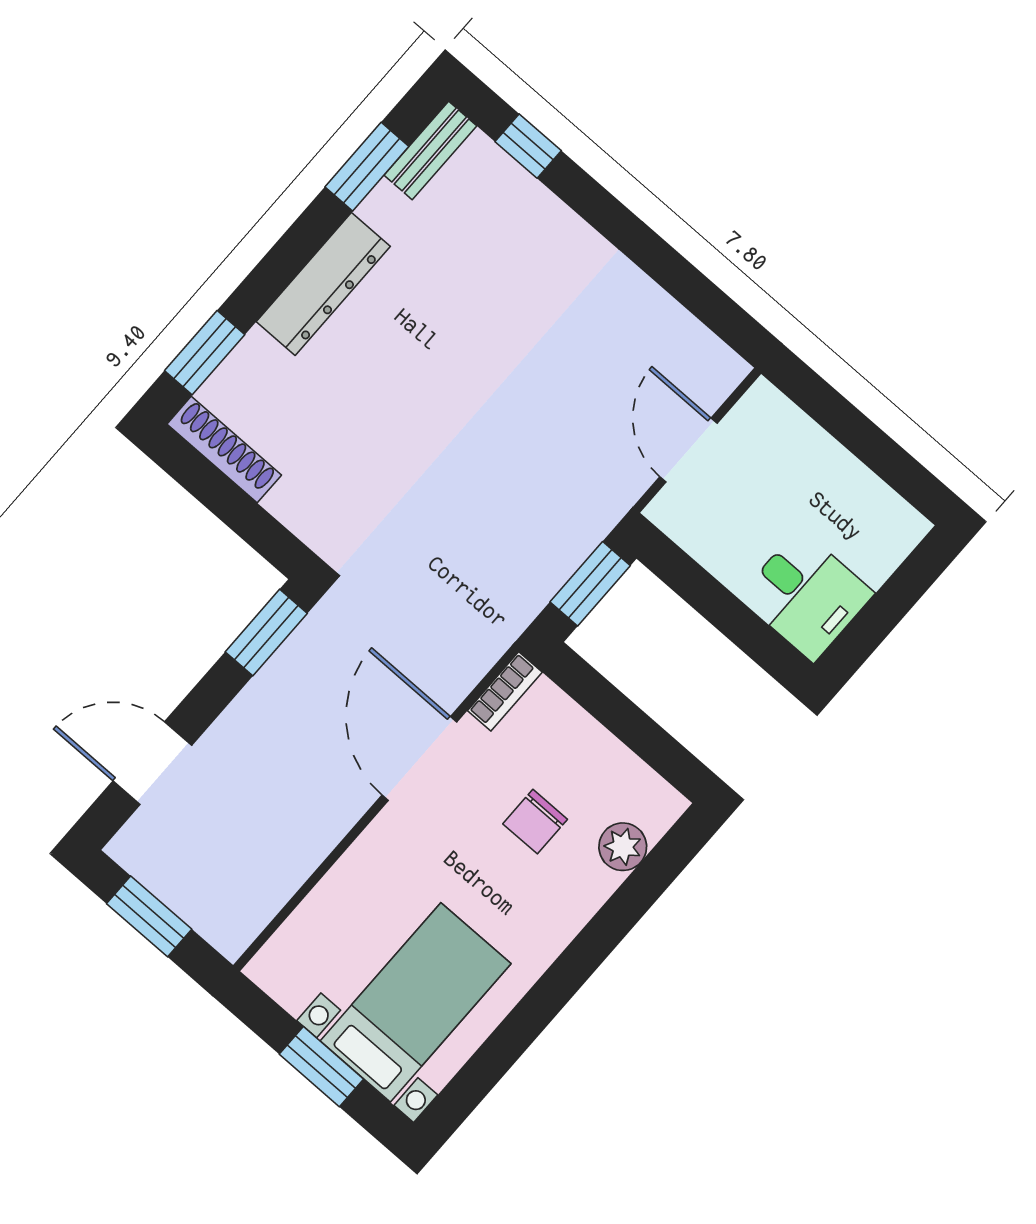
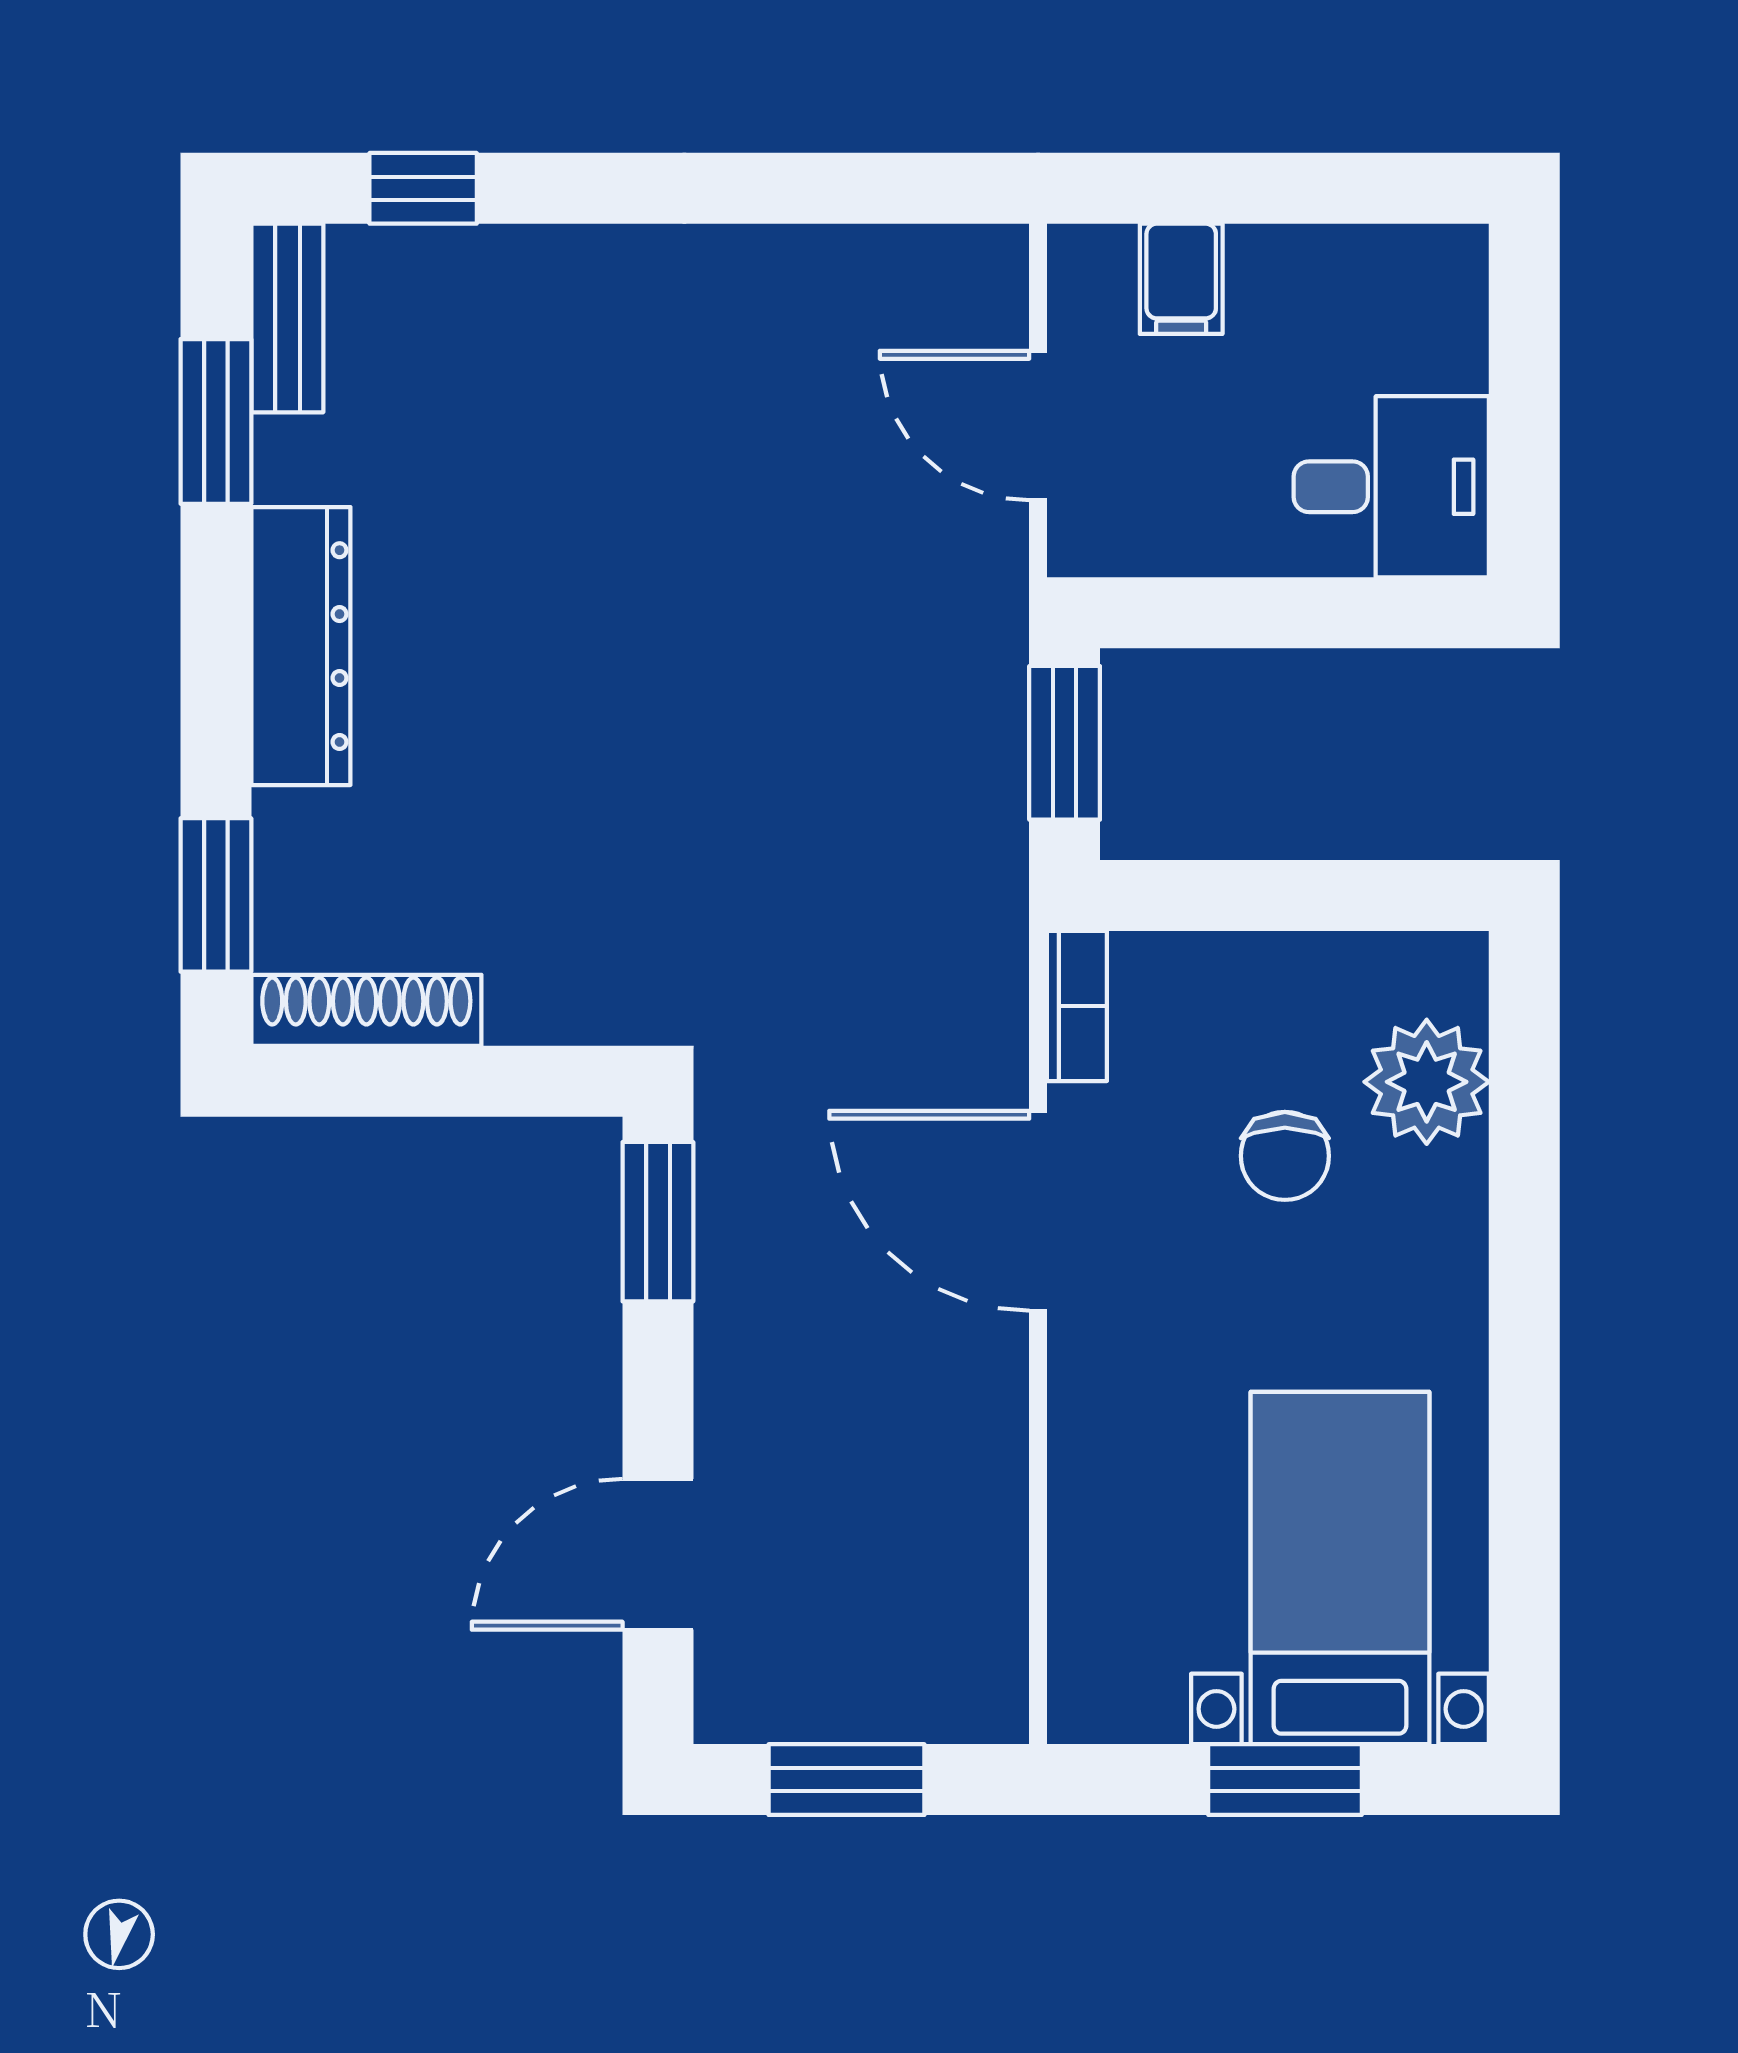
filing cabinet: (795, 441) -> (1181, 279), added
plant: (623, 847) -> (1427, 1082), width x1.36, depth x1.36

